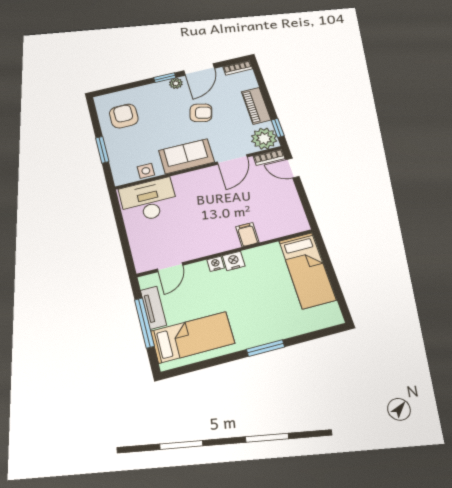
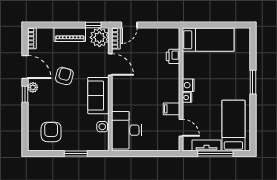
armchair: (124, 116) -> (51, 132), turned 90
printer: (268, 231) -> (173, 56), added
filing cabinet: (247, 235) -> (172, 109), moved

